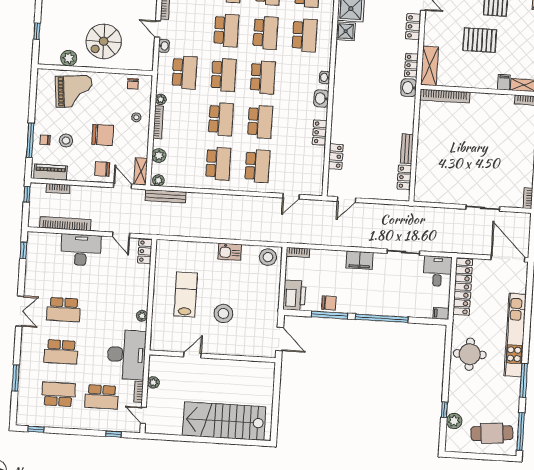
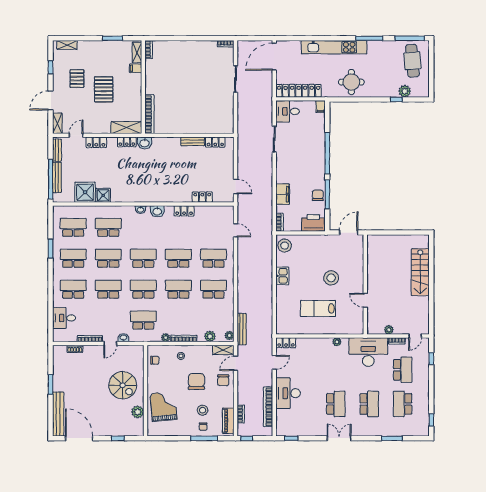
filing cabinet: (359, 260) -> (283, 194), moved
stairs: (224, 421) -> (420, 272), width x0.73, depth x0.66

